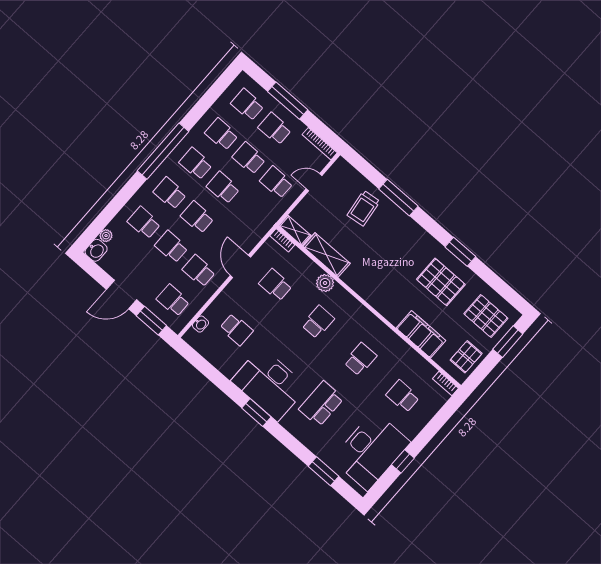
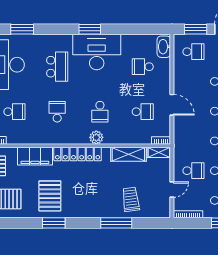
school desk: (199, 271) -> (193, 81), removed
pallet: (441, 282) -> (50, 196), turned 90
plant: (325, 283) -> (96, 137), moved
locker: (377, 299) -> (78, 154), added
washbasin: (200, 324) -> (164, 47), width x1.91, depth x1.45
school desk: (360, 359) -> (57, 112), turned 180

